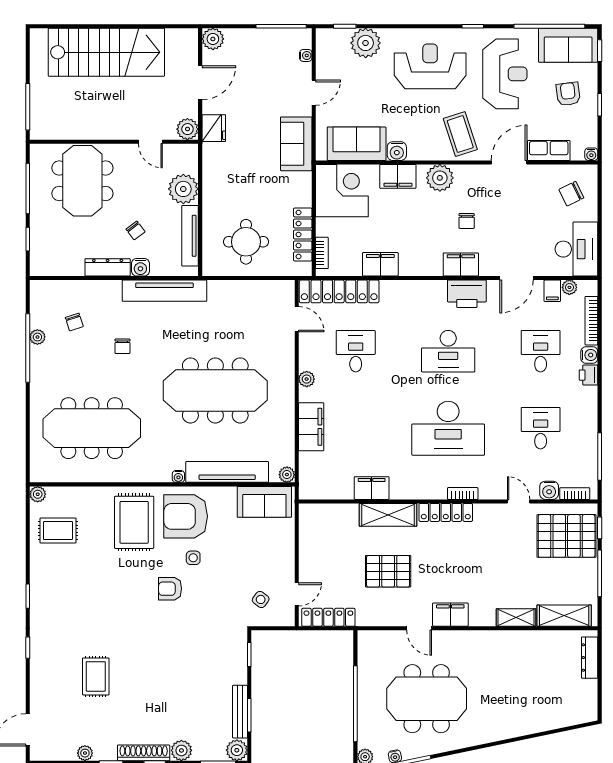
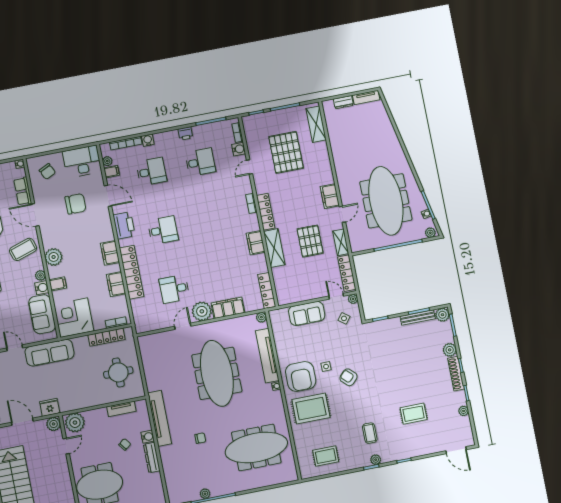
sofa: (296, 144) -> (50, 353), width x1.36
plant: (416, 153) -> (40, 275), added
filing cabinet: (398, 176) -> (58, 284), width x0.50
plant: (183, 189) -> (75, 423), moved
chair: (467, 221) -> (75, 204), moved, width x1.87, depth x1.87
tv unit: (190, 236) -> (121, 409), width x0.71
filing cabinet: (461, 264) -> (110, 253), moved
locker: (339, 291) -> (132, 272), moved
door: (297, 319) -> (183, 326), moved
chair: (74, 322) -> (191, 472), removed
desk: (448, 351) -> (163, 230), width x0.73
desk: (541, 351) -> (151, 172), turned 180
printer: (589, 375) -> (185, 134), moved
plant: (307, 379) -> (202, 311), width x1.87, depth x1.87
meeting table: (92, 428) -> (256, 447), turned 90
desk: (448, 428) -> (212, 221), removed
desk: (541, 428) -> (200, 162), turned 180
filing cabinet: (372, 488) -> (256, 243), moved
locker: (326, 491) -> (267, 291), added
plant: (38, 494) -> (376, 460), moved
sofa: (264, 502) -> (307, 313), moved, turned 90
rug: (58, 530) -> (326, 456), turned 90
pallet: (567, 536) -> (286, 152), moved
armchair: (170, 589) -> (349, 377), turned 134
coffee table: (79, 604) -> (370, 433), added
shelving: (516, 618) -> (341, 242), moved
plant: (287, 619) -> (353, 299), added
dresser: (590, 658) -> (343, 102), width x0.70
meeting table: (427, 699) -> (386, 201), width x1.36
tv unit: (590, 700) -> (366, 97), added

